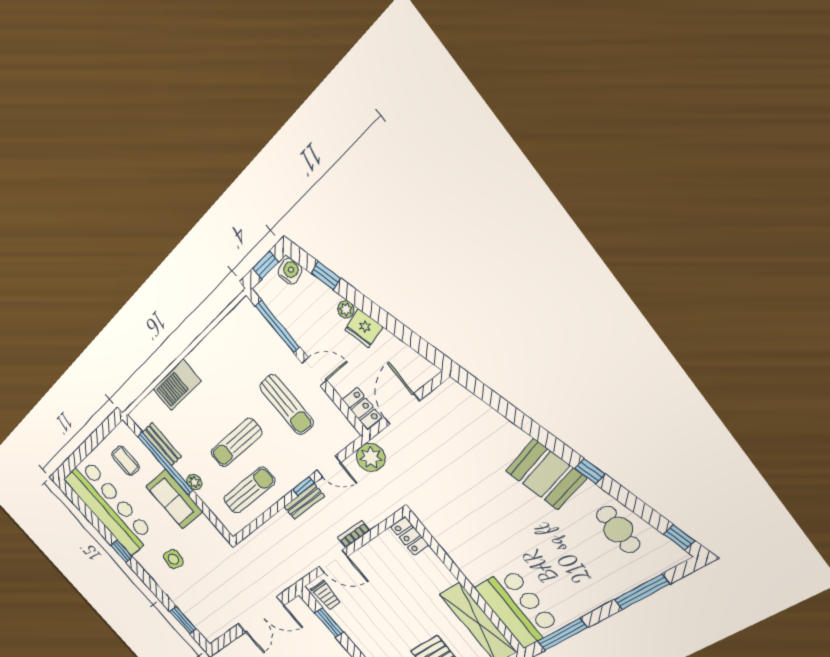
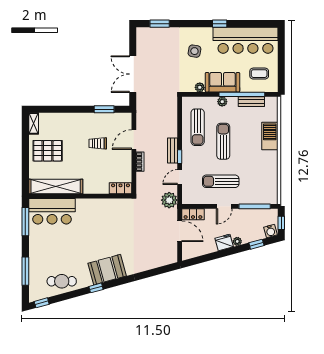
plant: (204, 523) -> (200, 87), added
trolley: (326, 595) -> (98, 143), moved

